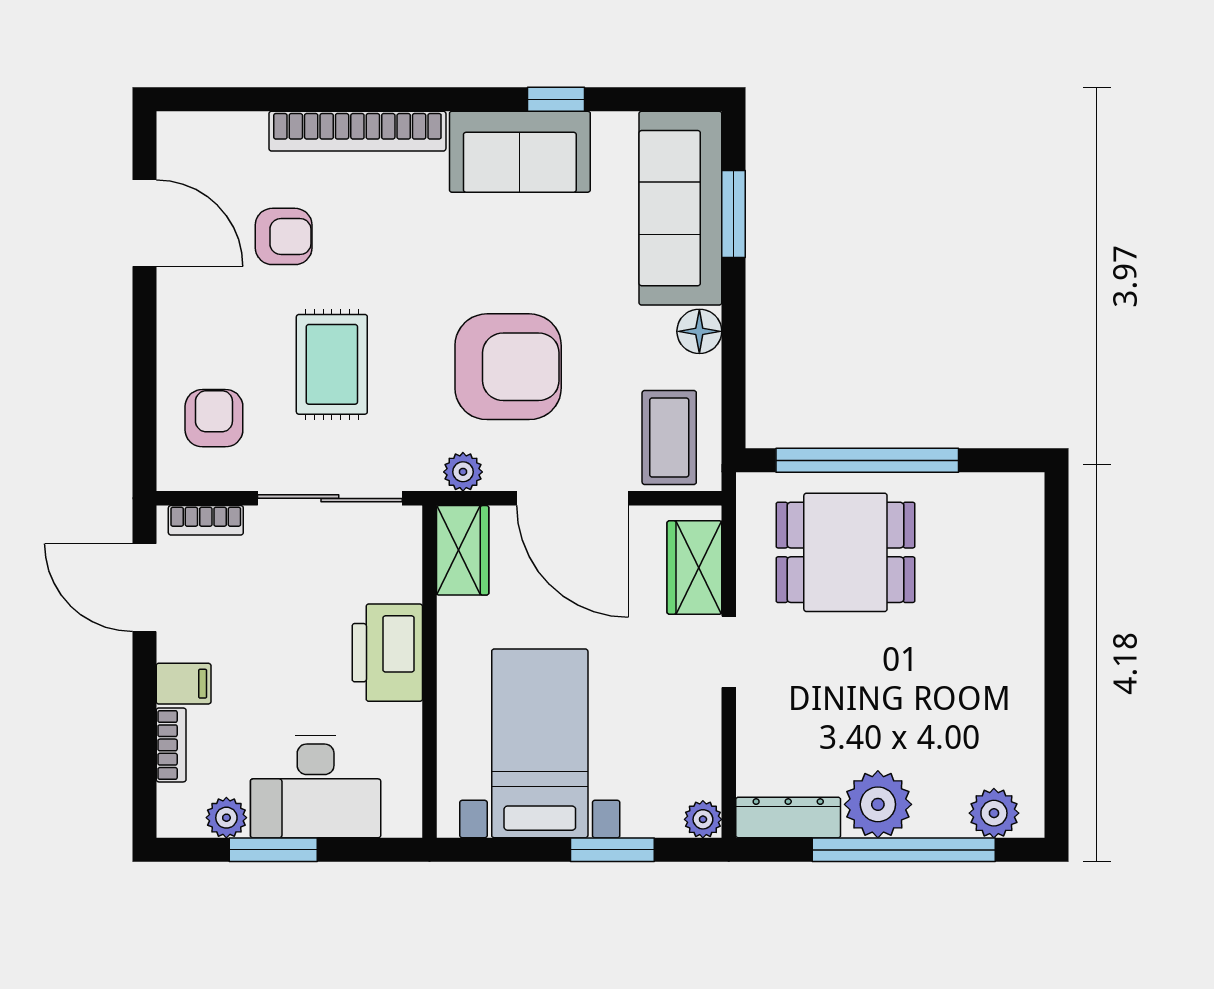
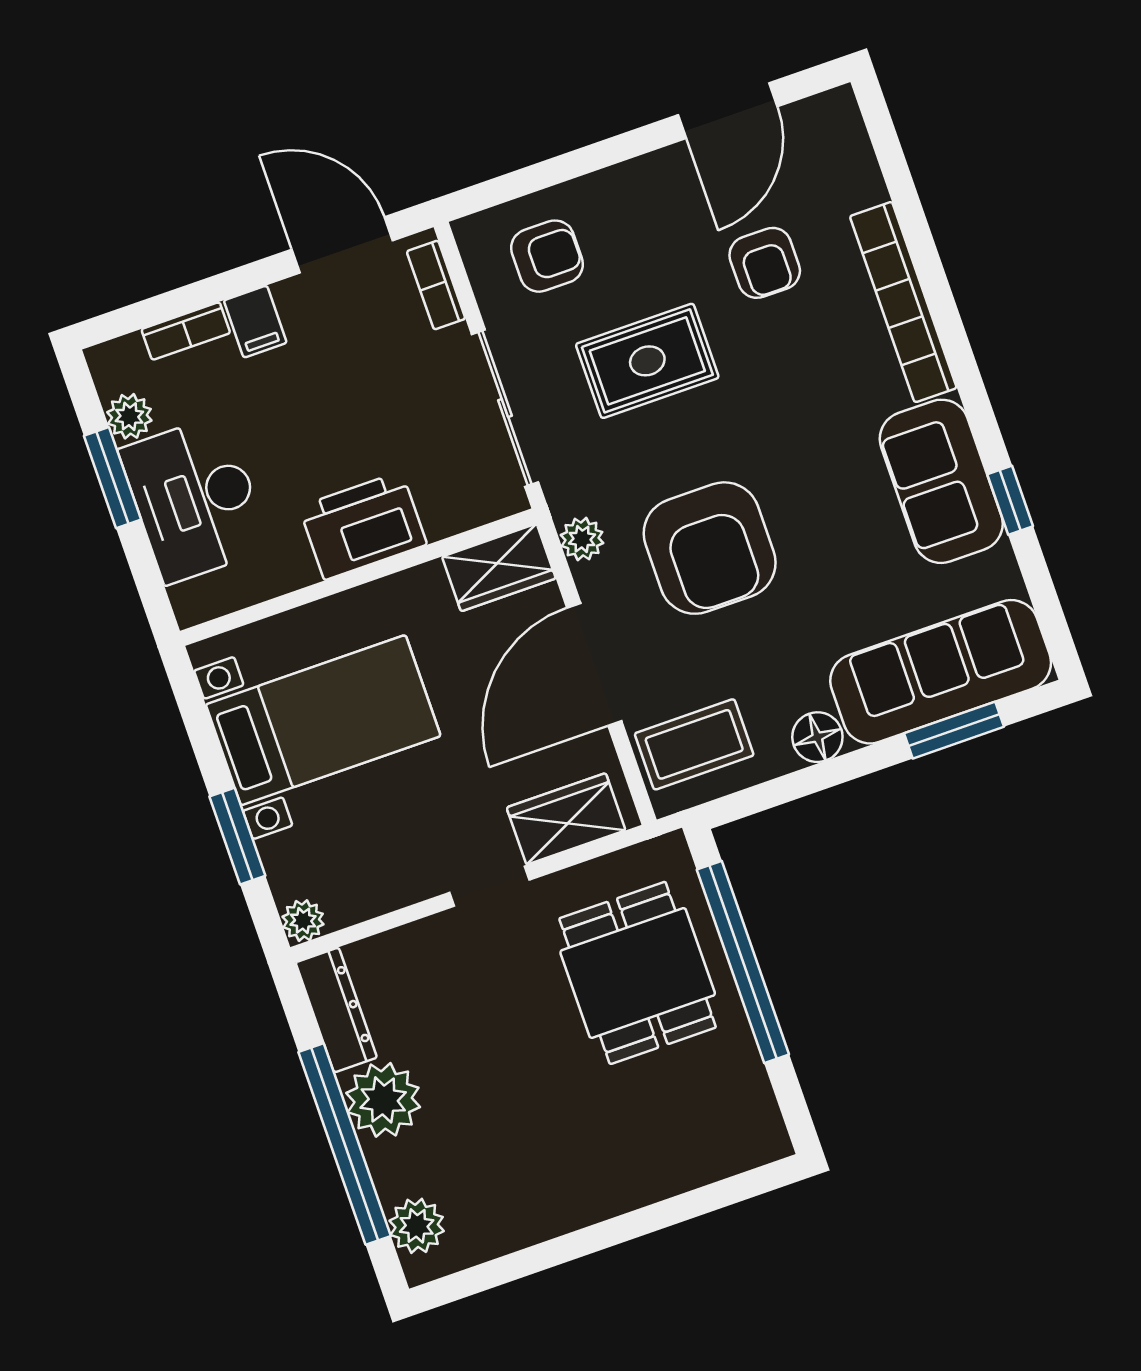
door: (144, 588) -> (342, 245), hinge flipped

